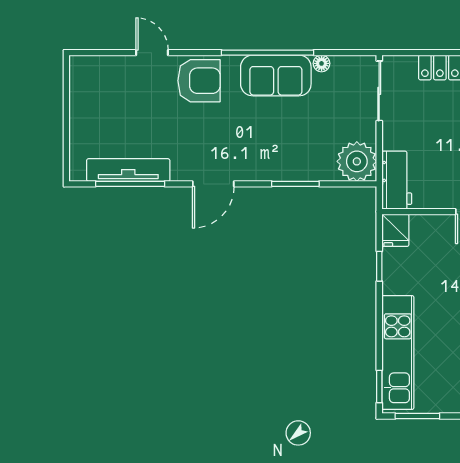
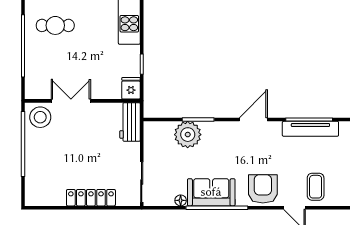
armchair: (199, 81) -> (263, 189), turned 90
coffee table: (121, 84) -> (316, 187), added
plant: (357, 161) -> (188, 135), moved

